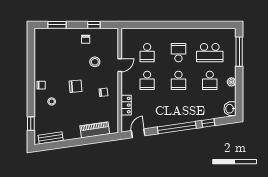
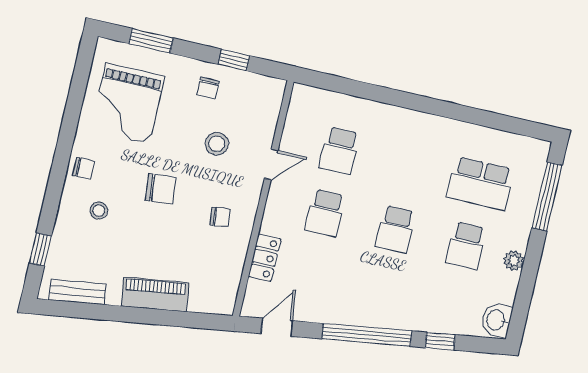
school desk: (178, 53) -> (410, 167), removed
grand piano: (53, 54) -> (127, 103), added
piano: (95, 130) -> (155, 295), moved

